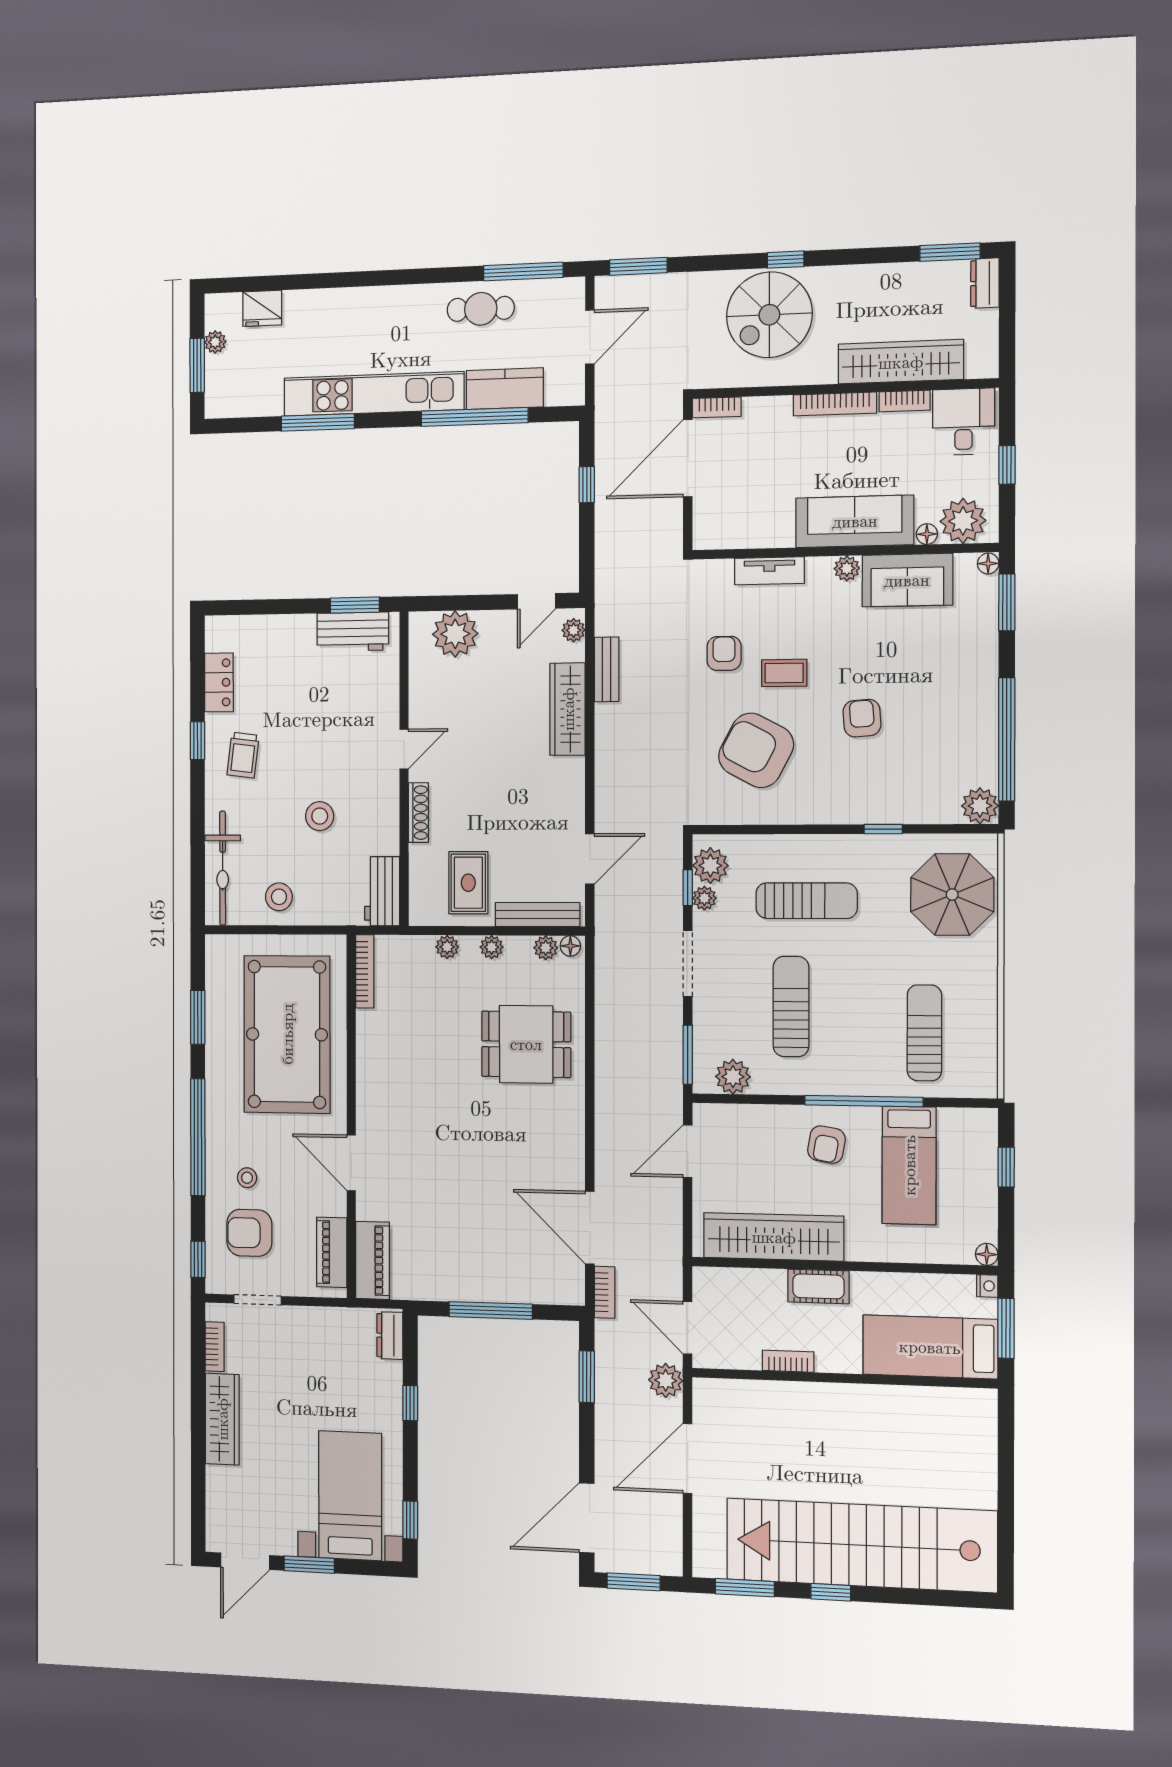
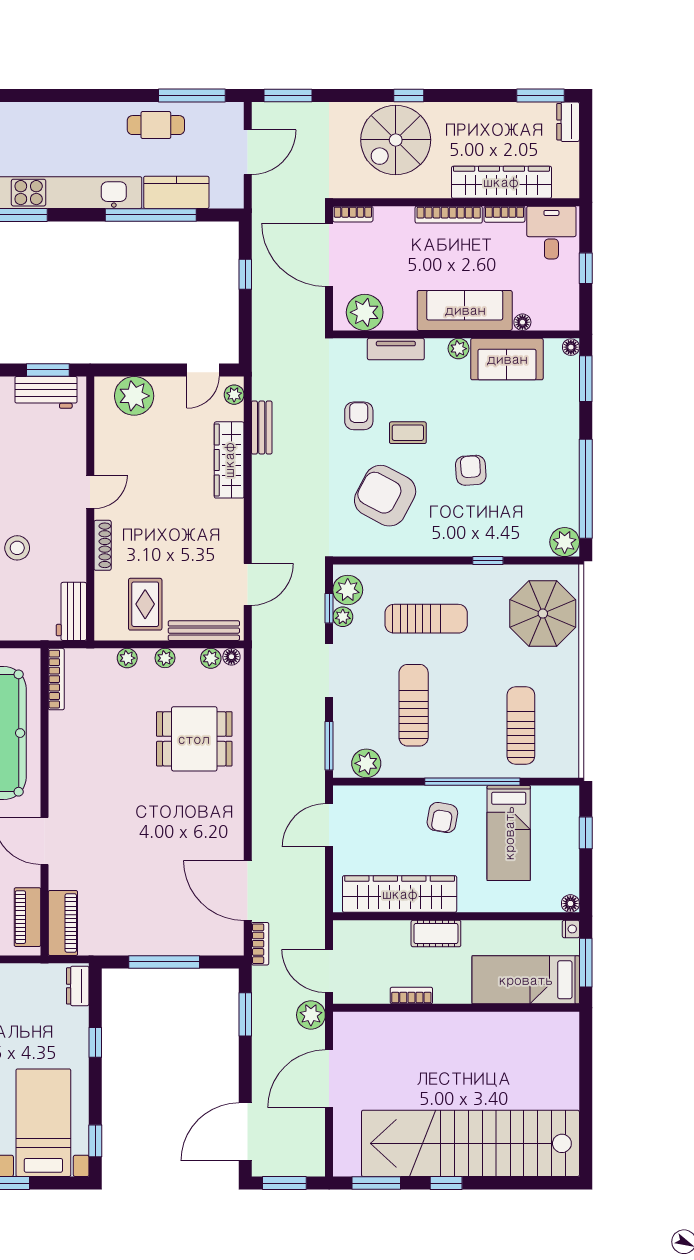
door: (688, 458) -> (329, 255), hinge flipped
plant: (963, 521) -> (365, 312), moved

